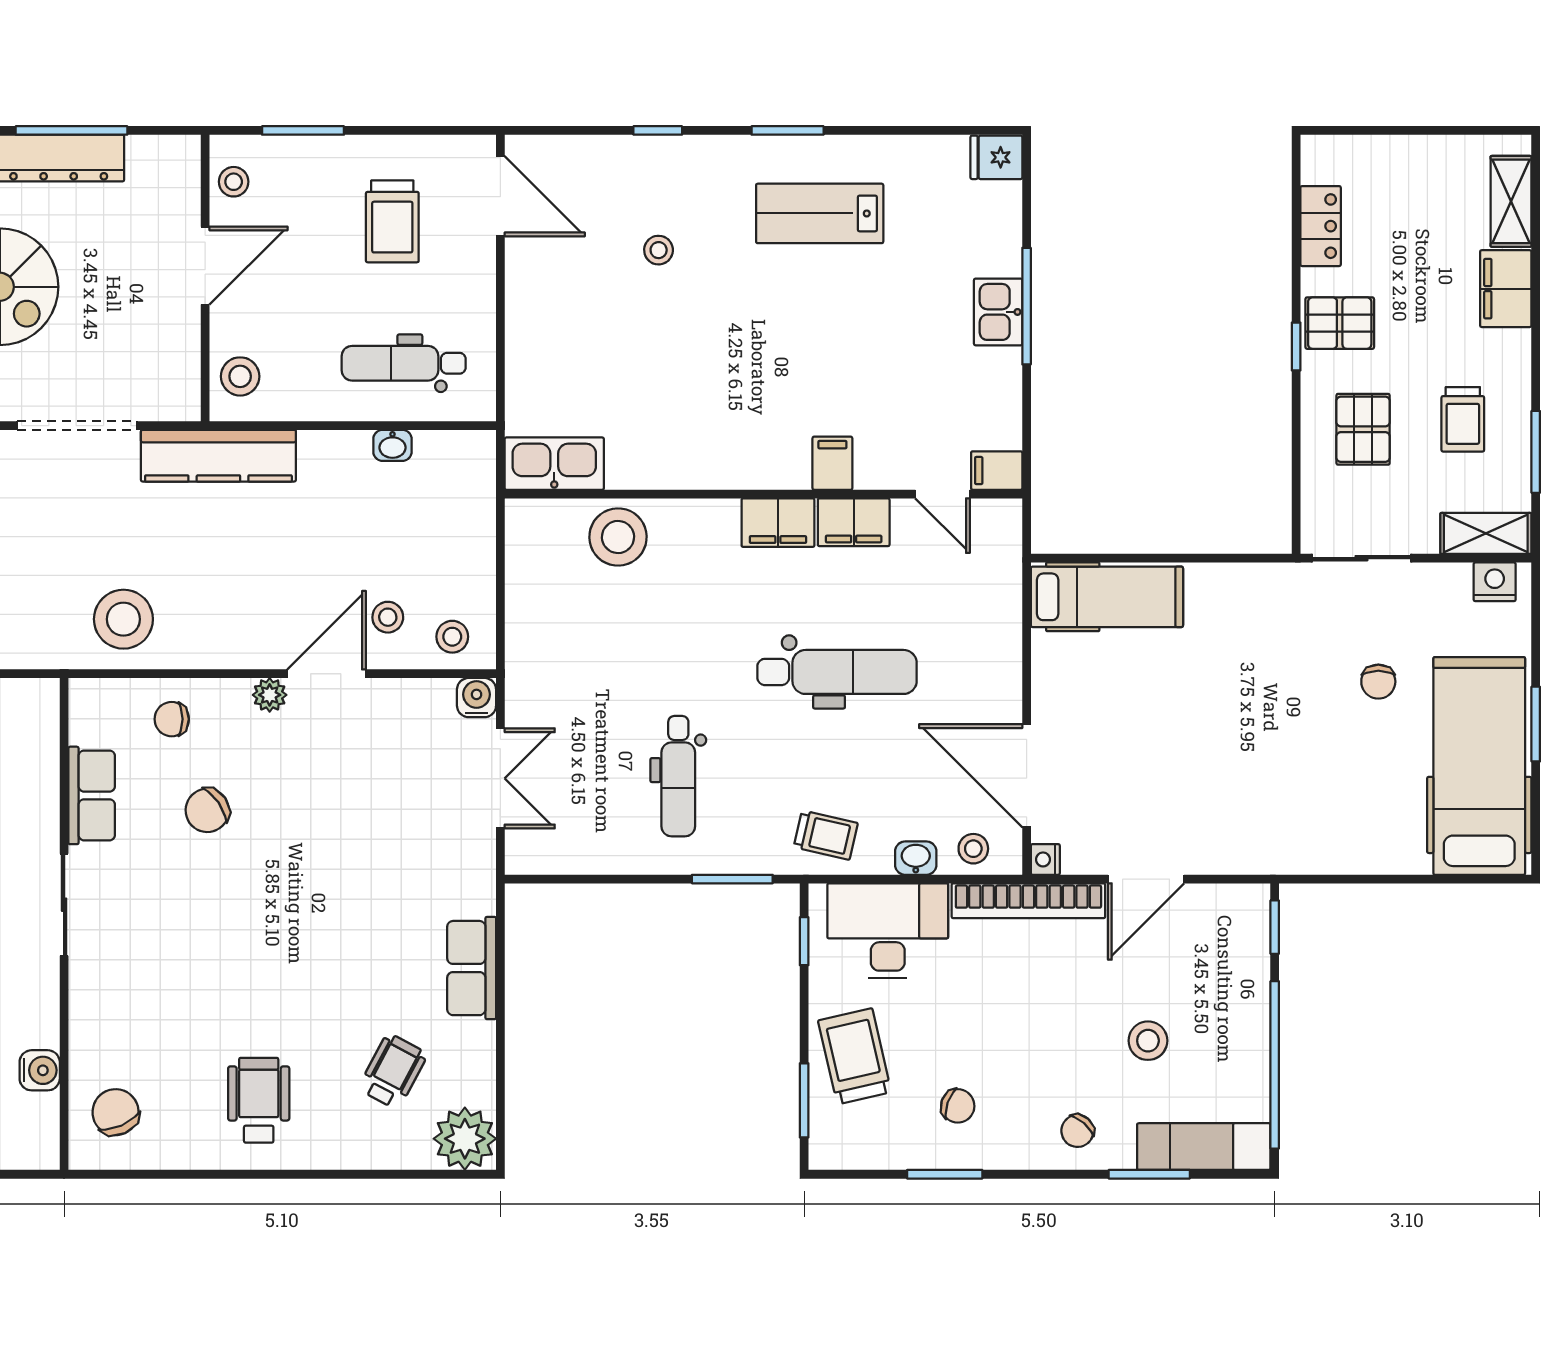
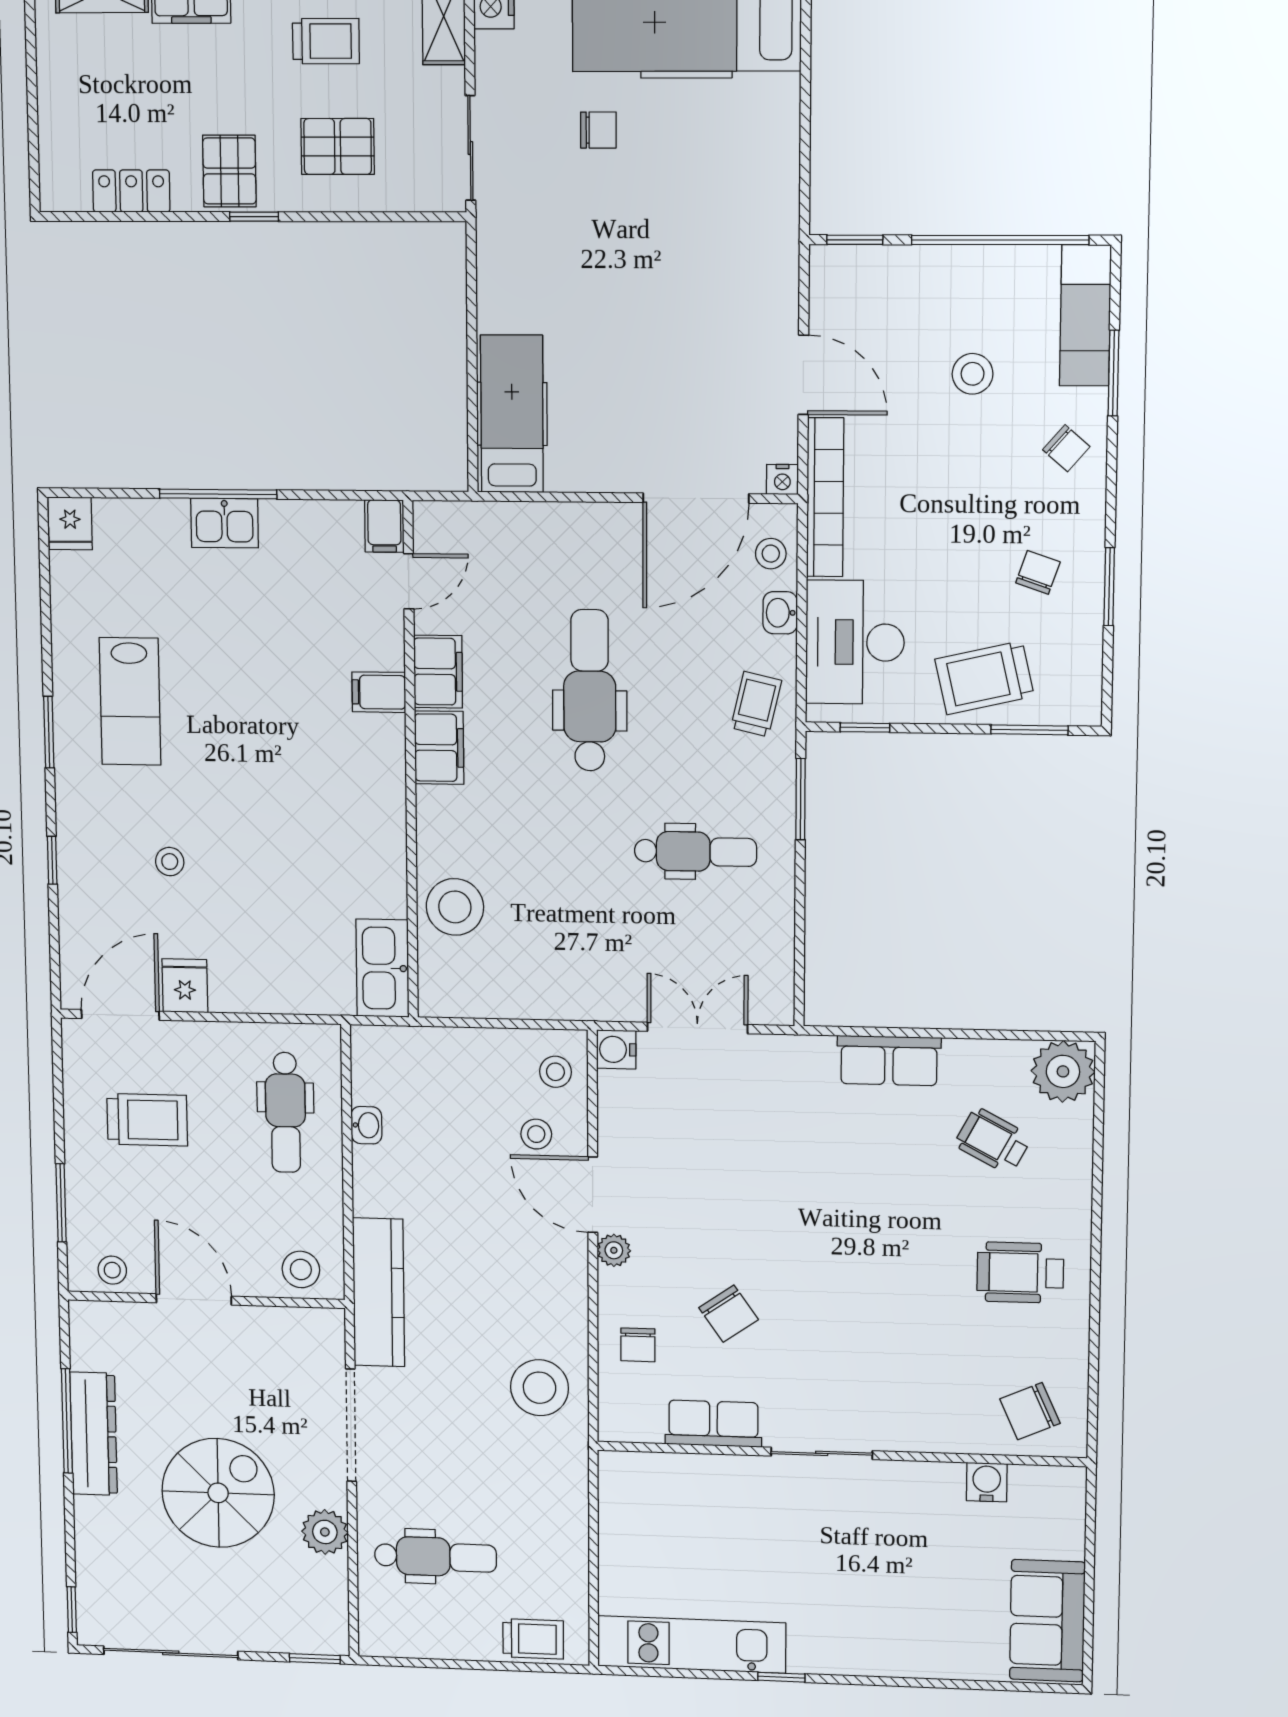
fridge: (532, 263) -> (185, 986), added

